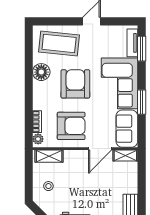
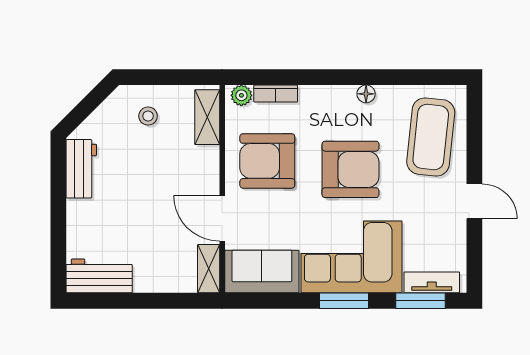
floor lamp: (41, 72) -> (366, 94), width x0.53, depth x0.53
window: (142, 102) -> (344, 301), moved
armchair: (71, 126) -> (267, 161), turned 90

